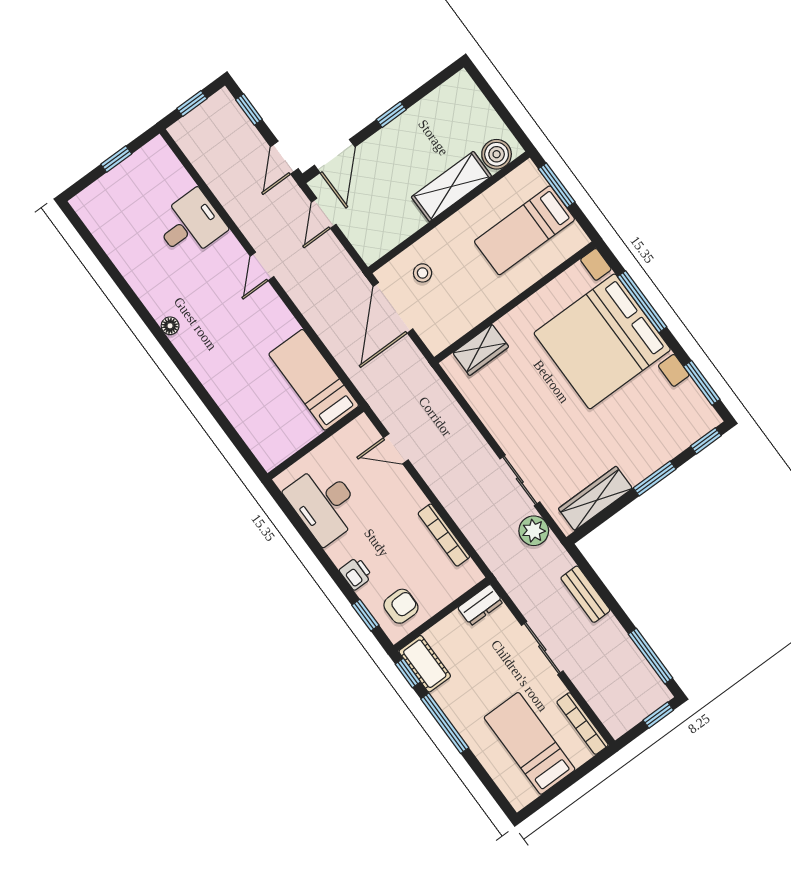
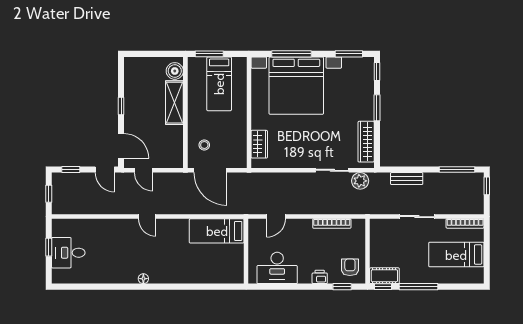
desk: (190, 225) -> (68, 253), moved, turned -90
dresser: (480, 605) -> (376, 230), removed

